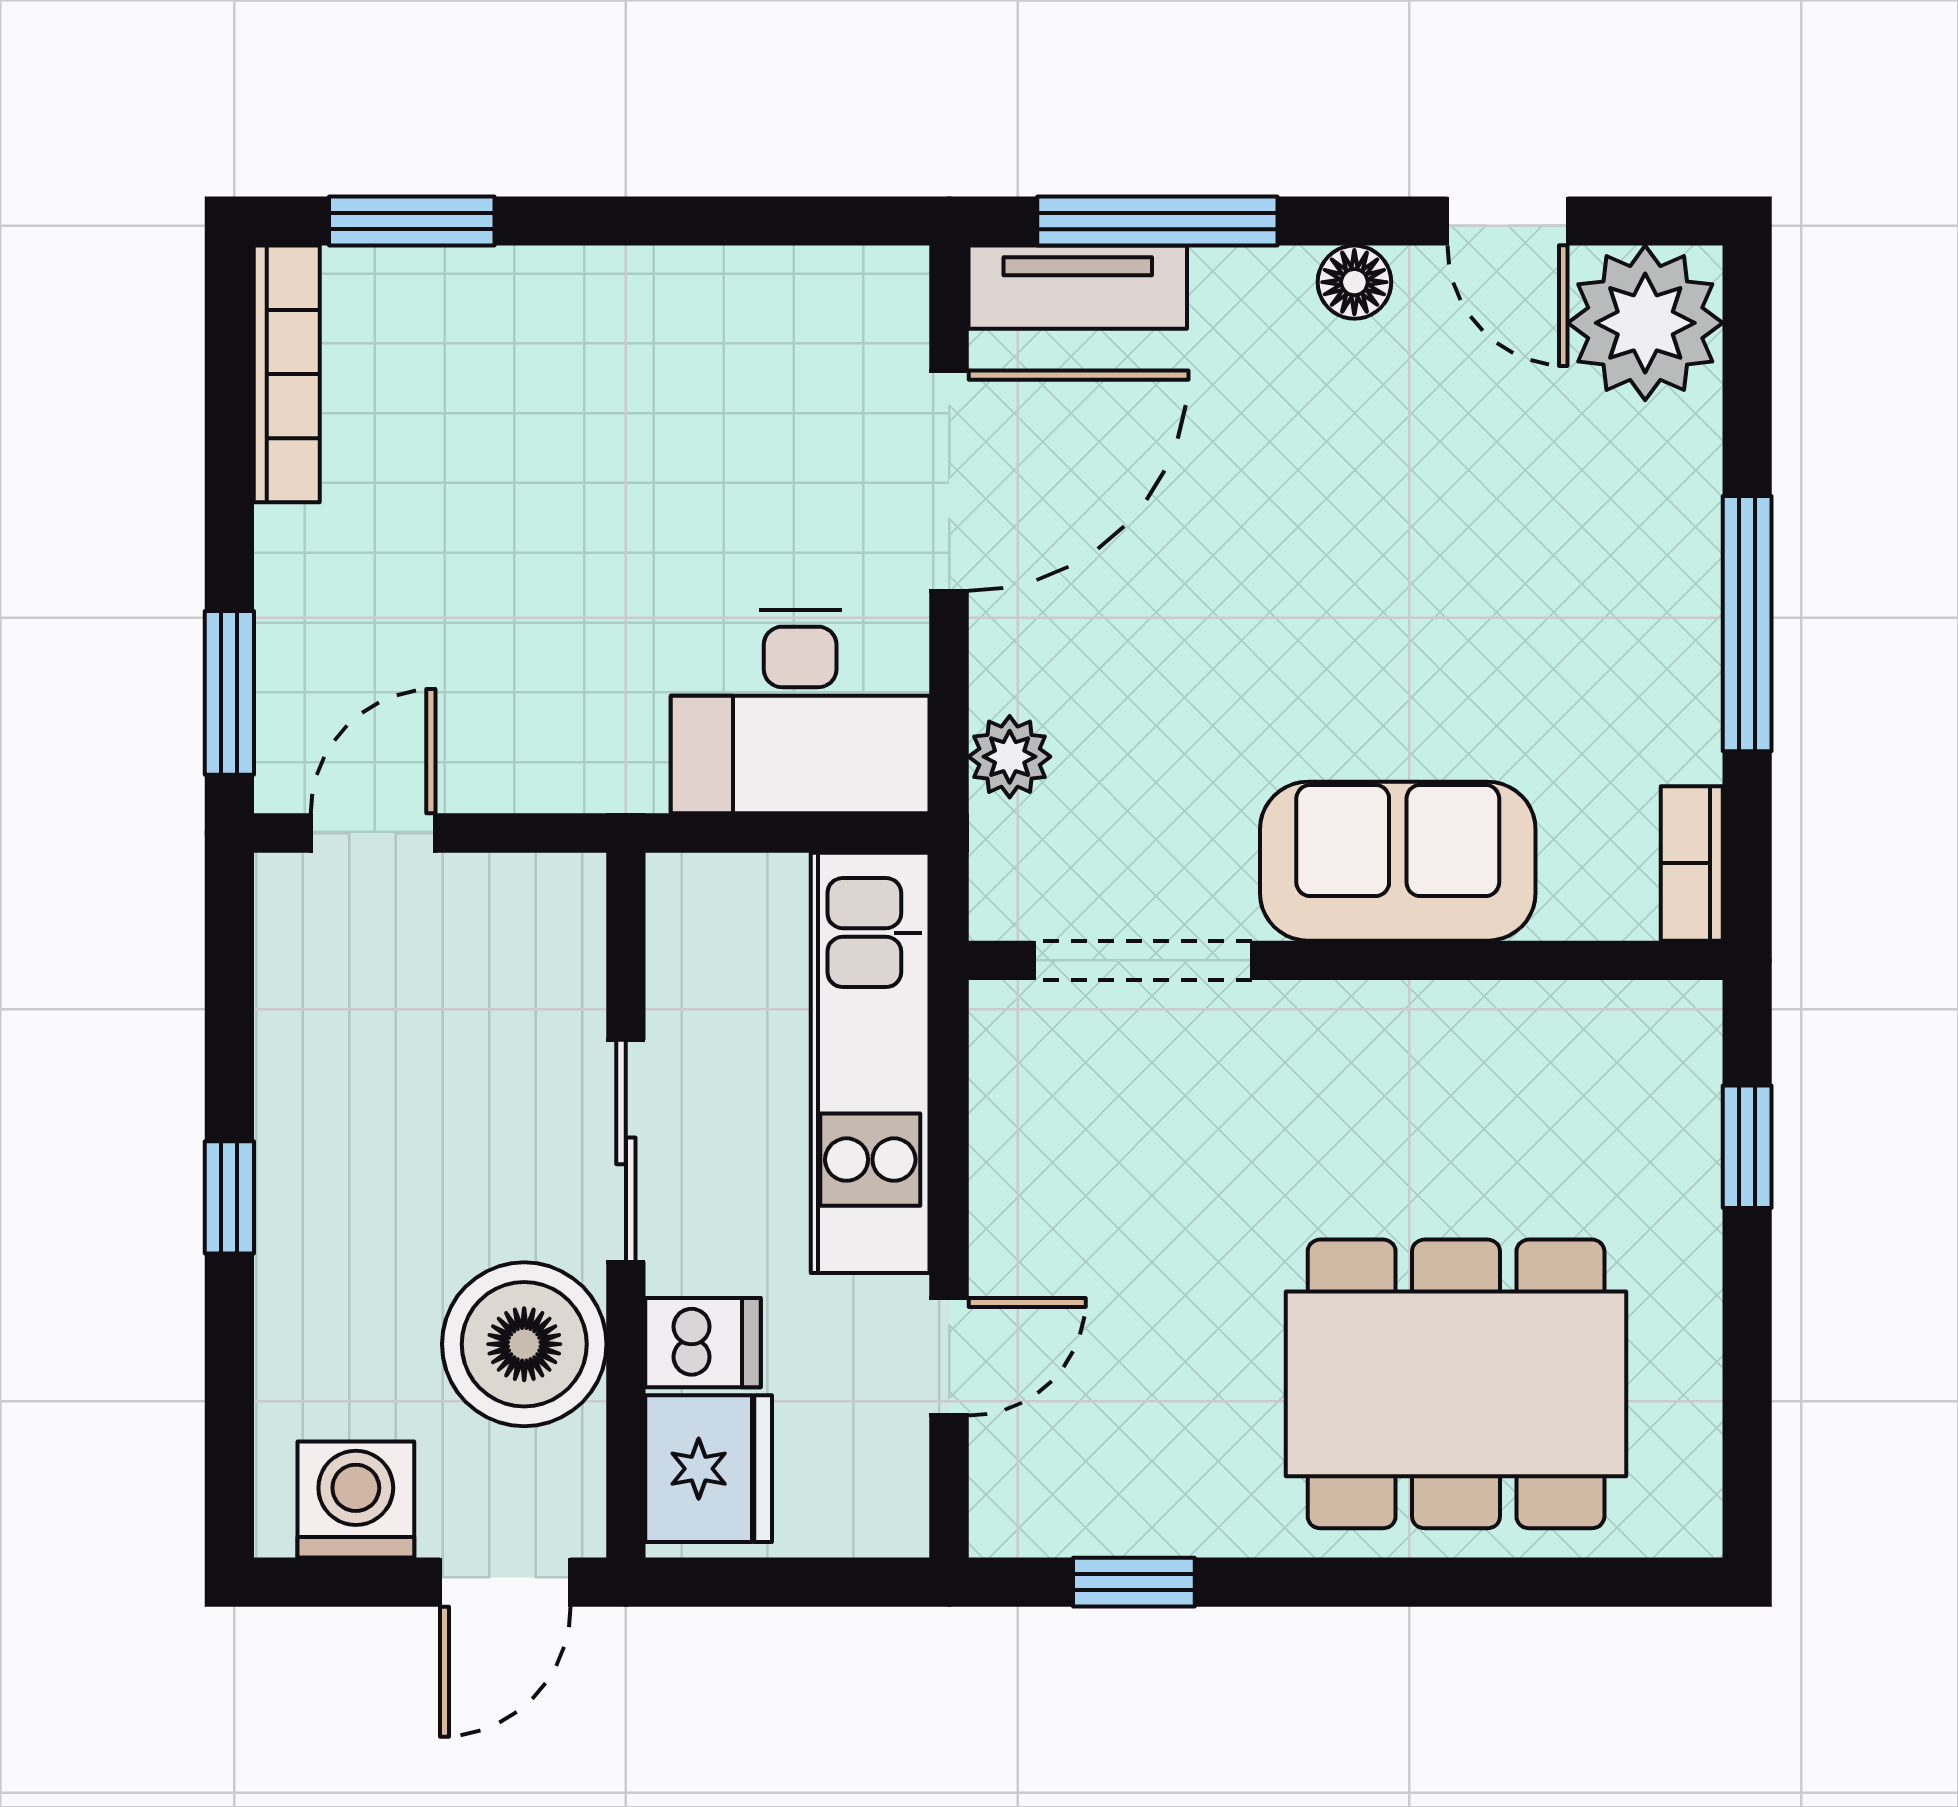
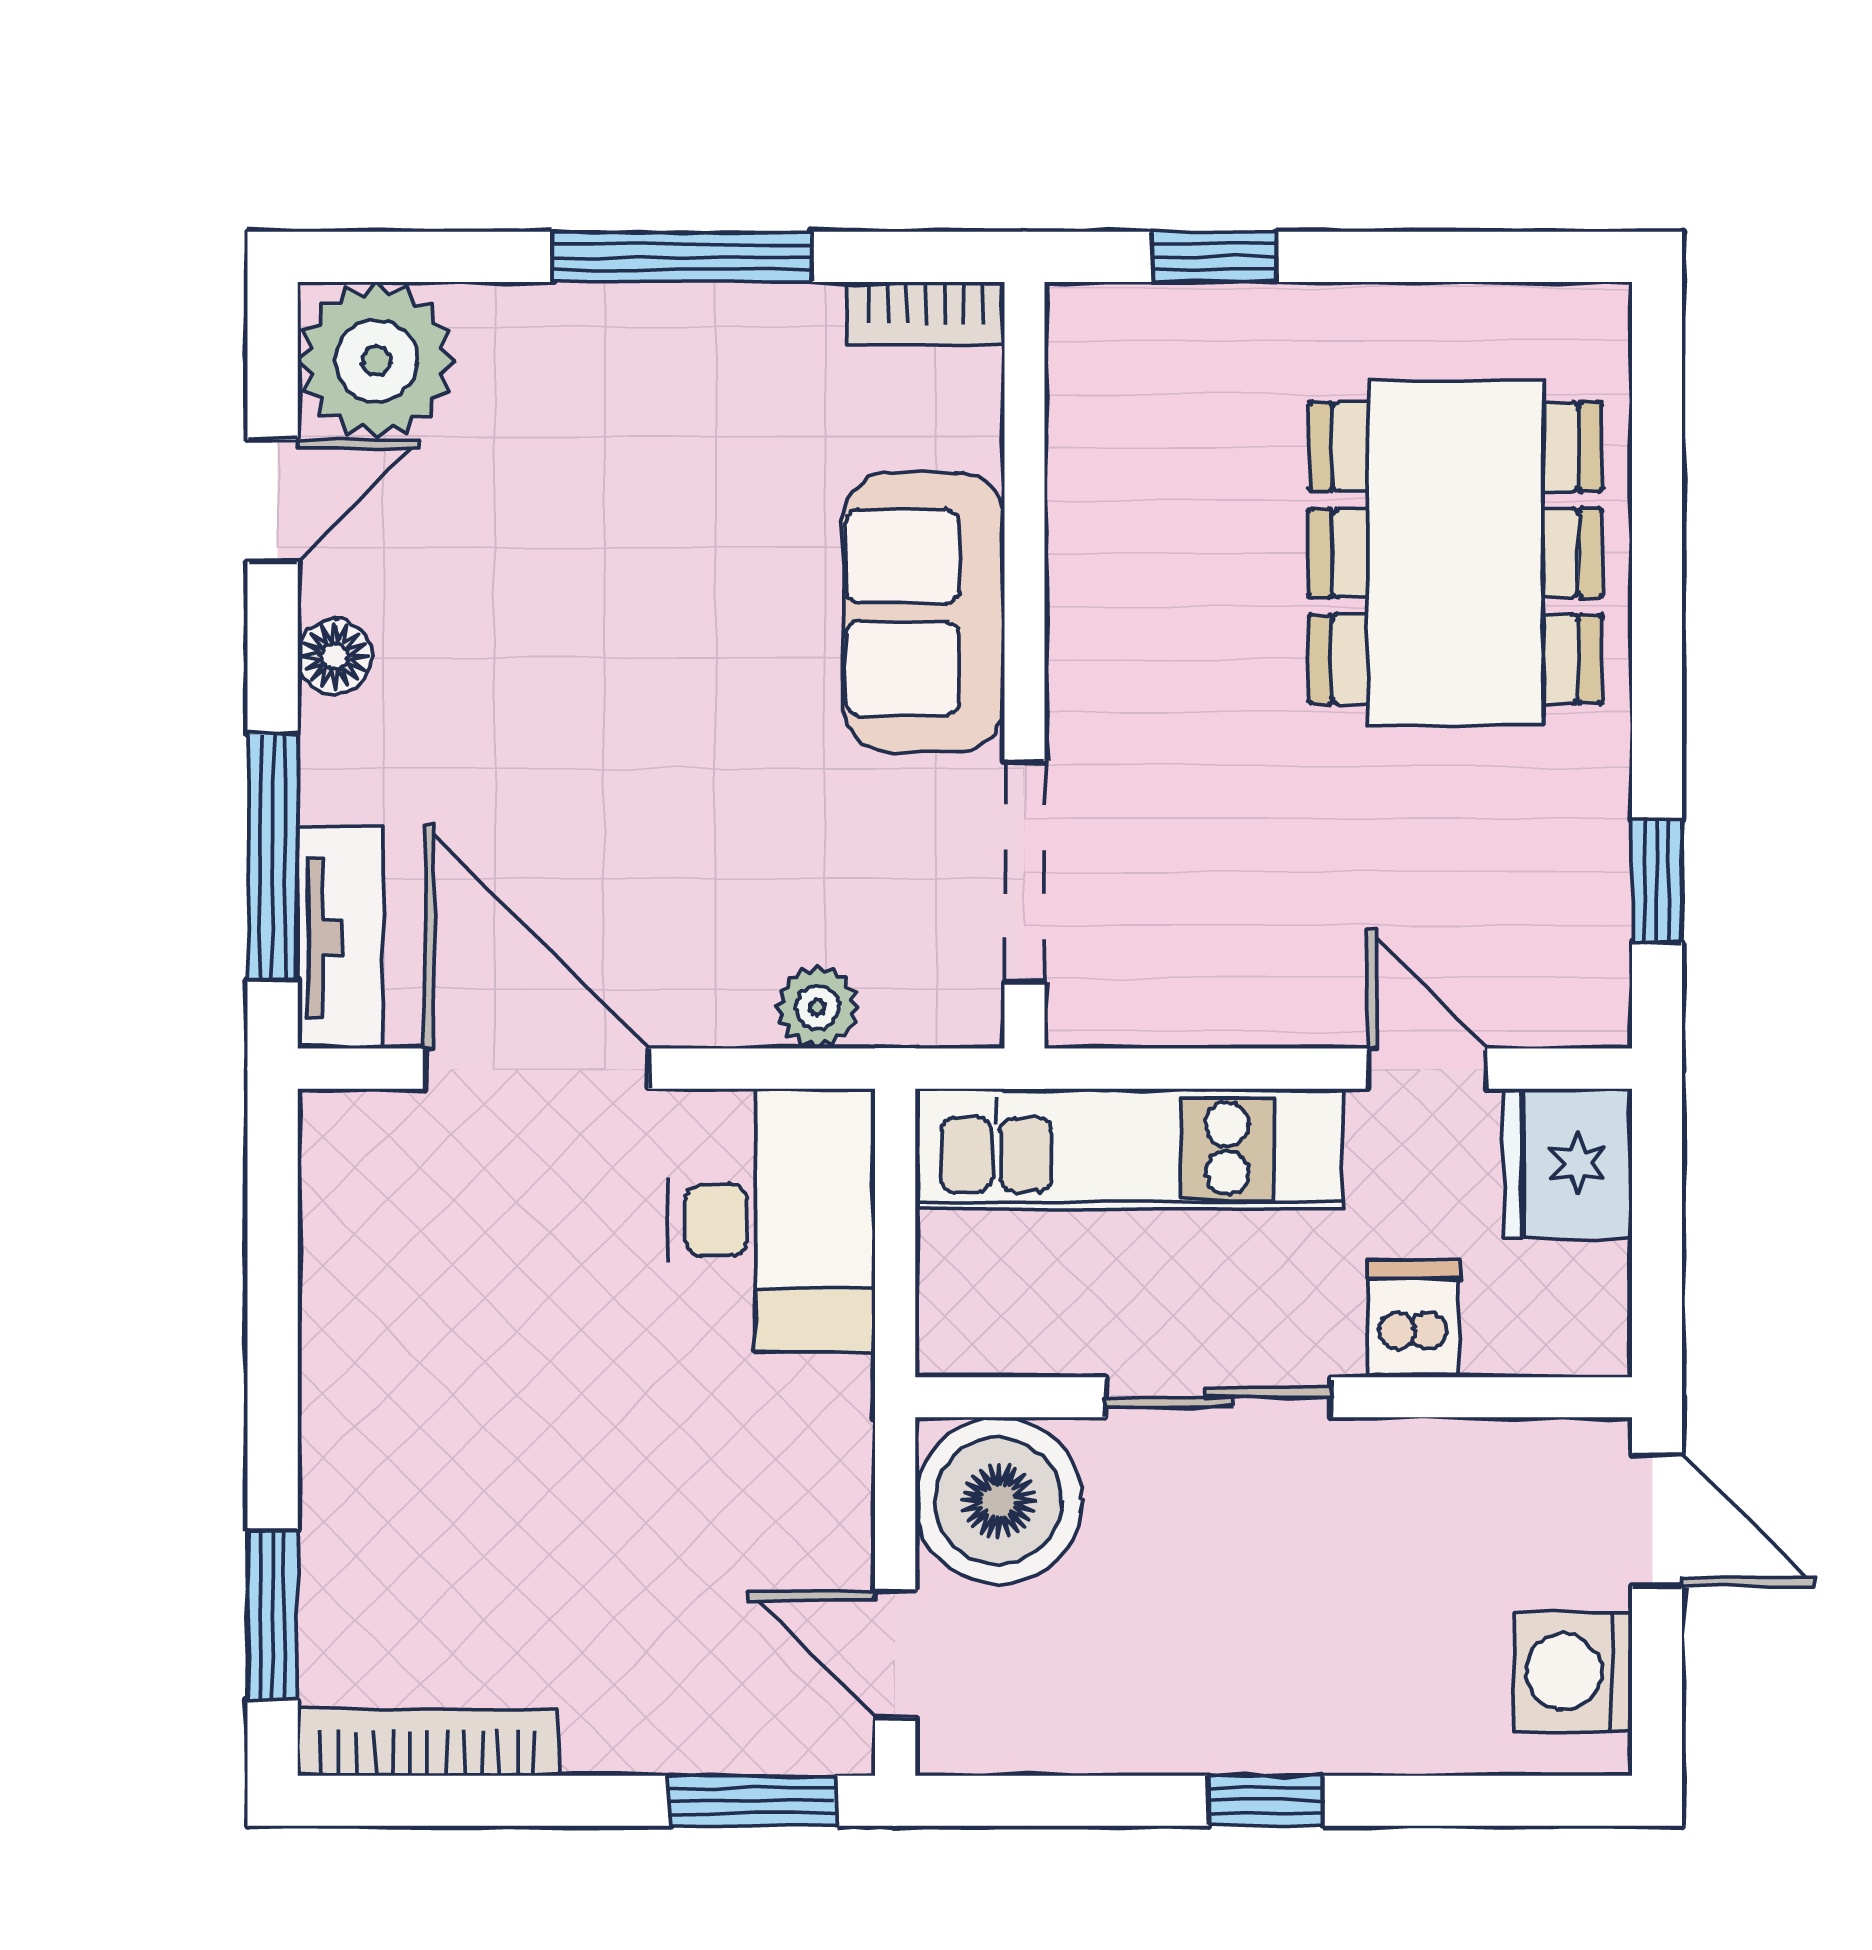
boiler: (524, 1344) -> (999, 1501), moved
fridge: (709, 1469) -> (1568, 1163), moved, turned -90

